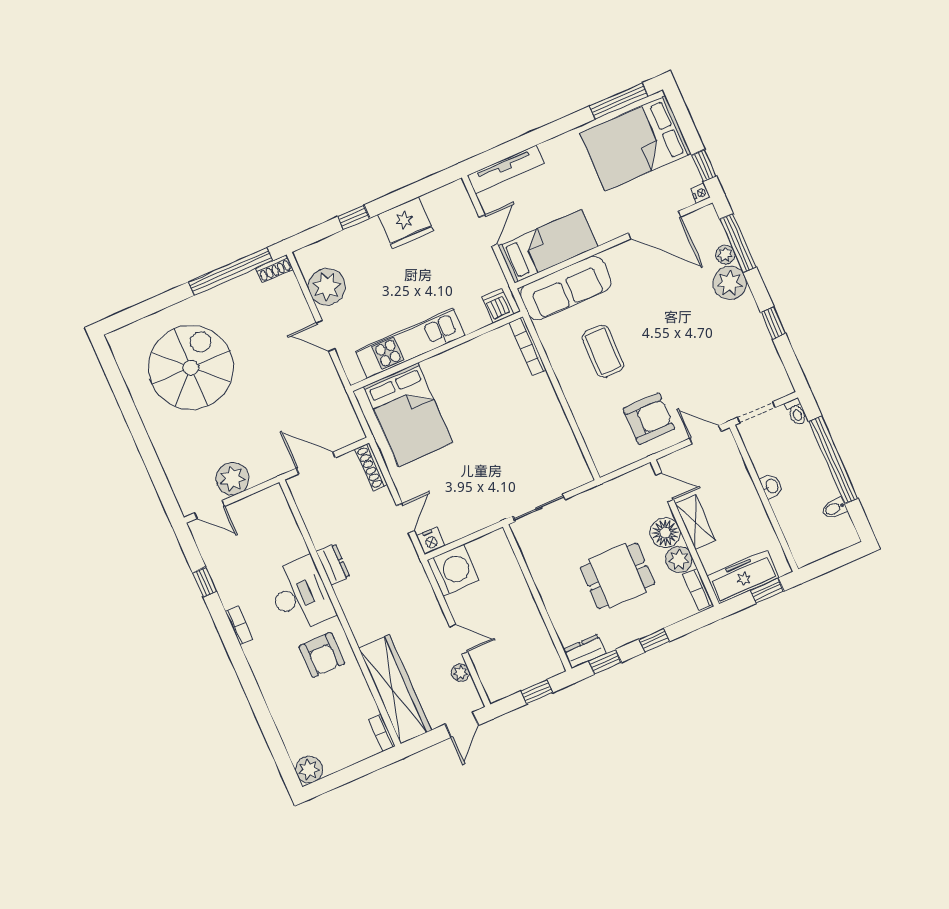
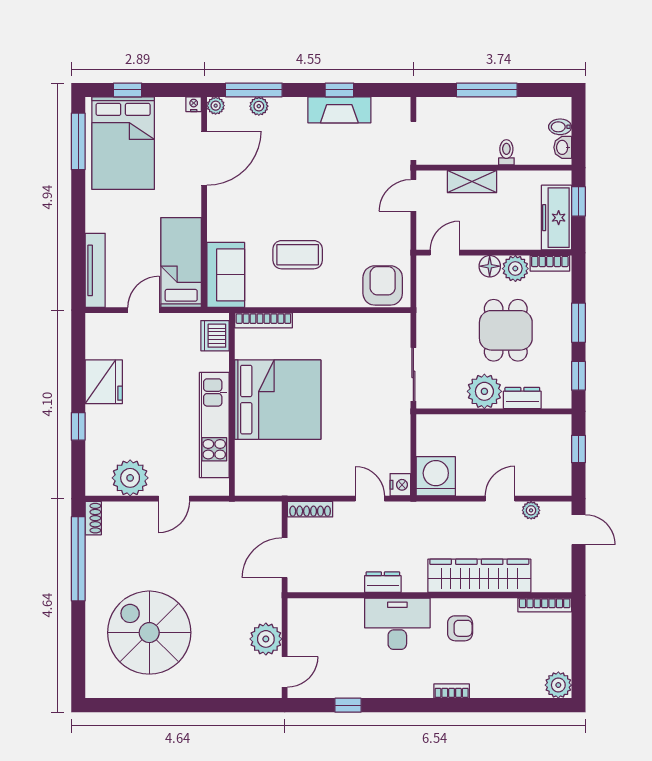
window: (704, 166) -> (128, 90), moved
door: (488, 231) -> (143, 310), hinge flipped
plant: (730, 283) -> (216, 106), moved, width x0.53, depth x0.53
sofa: (566, 288) -> (226, 275), width x0.73
dishwasher: (498, 306) -> (215, 336), width x1.38
fireplace: (755, 331) -> (339, 110), added
toilet: (796, 412) -> (506, 152), moved, turned -90
bed: (408, 415) -> (278, 400), moved, width x1.36
armchair: (649, 419) -> (383, 285), moved
window: (833, 460) -> (487, 90), width x0.68
washbasin: (771, 486) -> (563, 147), moved, turned -90
bidet: (834, 508) -> (560, 127), moved, turned 90
shelving: (695, 522) -> (472, 181), moved
floor lamp: (665, 533) -> (490, 266), width x0.73, depth x0.73
plant: (552, 581) -> (484, 391), added
bookcase: (239, 625) -> (452, 691), moved
window: (654, 640) -> (578, 323), width x1.50
dresser: (585, 651) -> (522, 398), moved, turned 90
armchair: (322, 655) -> (460, 628), width x0.72, depth x0.72
wardrobe: (395, 689) -> (479, 576), moved
bookcase: (382, 733) -> (545, 605), width x1.56

